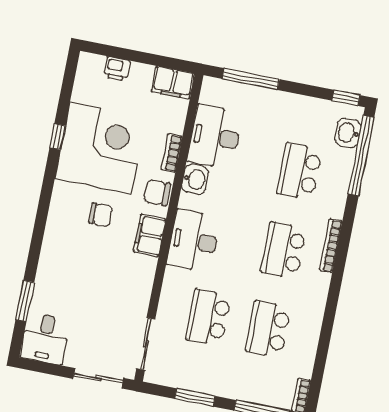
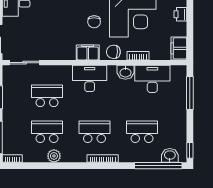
chair: (157, 193) -> (113, 52), turned -88
plant: (310, 326) -> (54, 156), added

